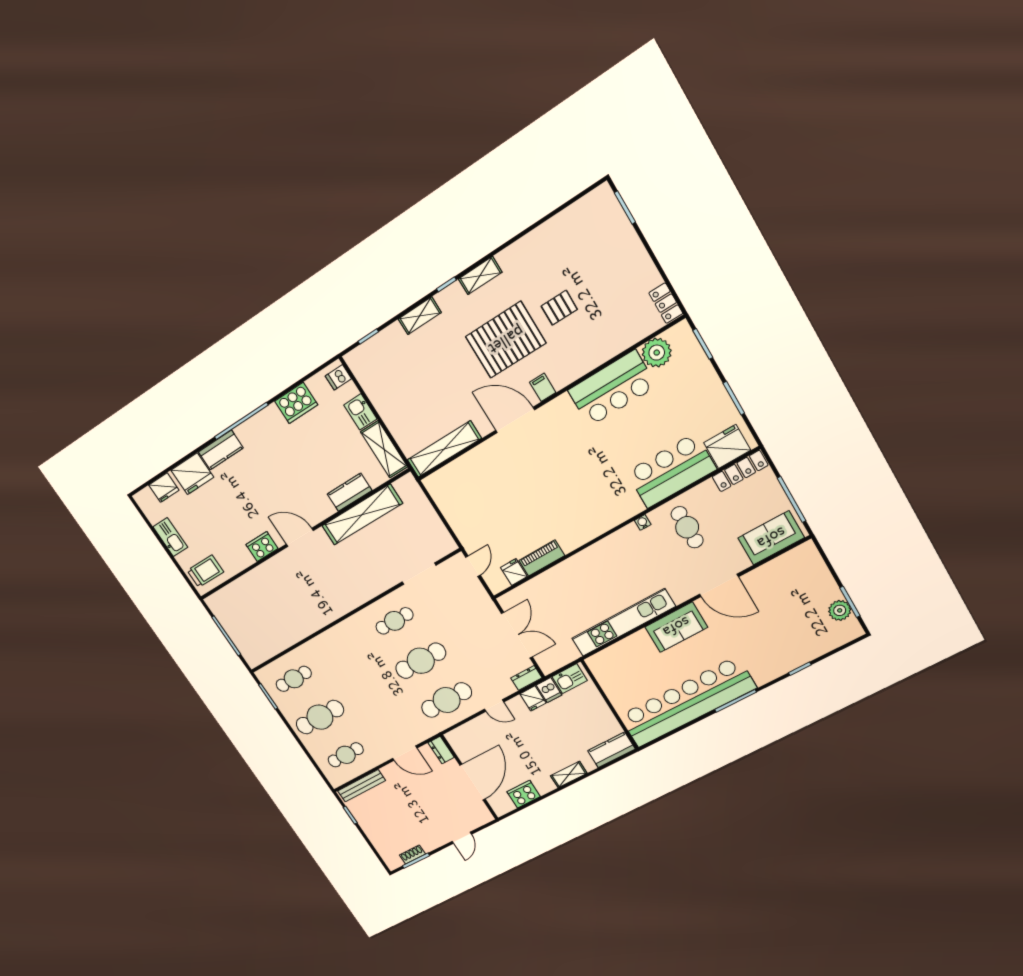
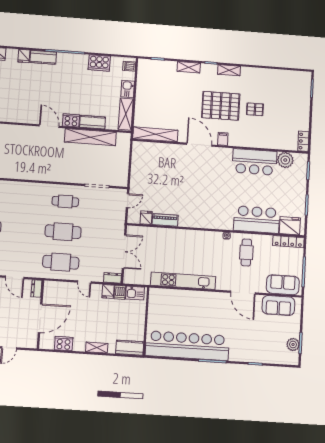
fridge: (192, 474) -> (24, 56), width x0.53, depth x0.75
cooker: (262, 547) -> (71, 120), moved
sofa: (676, 627) -> (278, 306), moved

